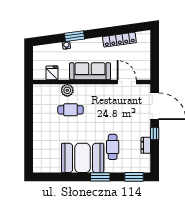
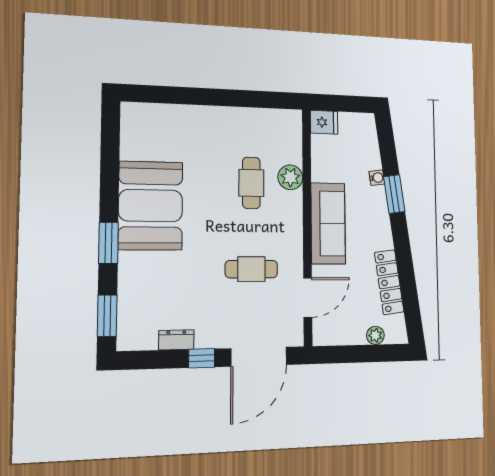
plant: (146, 47) -> (375, 335), added
fridge: (52, 73) -> (324, 122), moved
cafe table: (113, 147) -> (251, 269), moved

